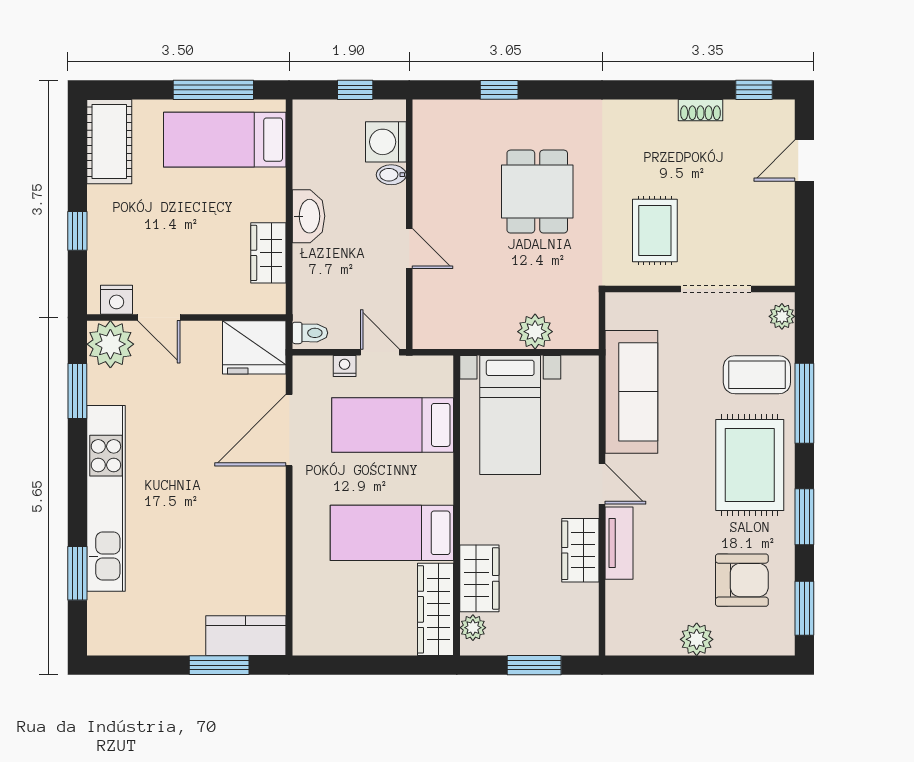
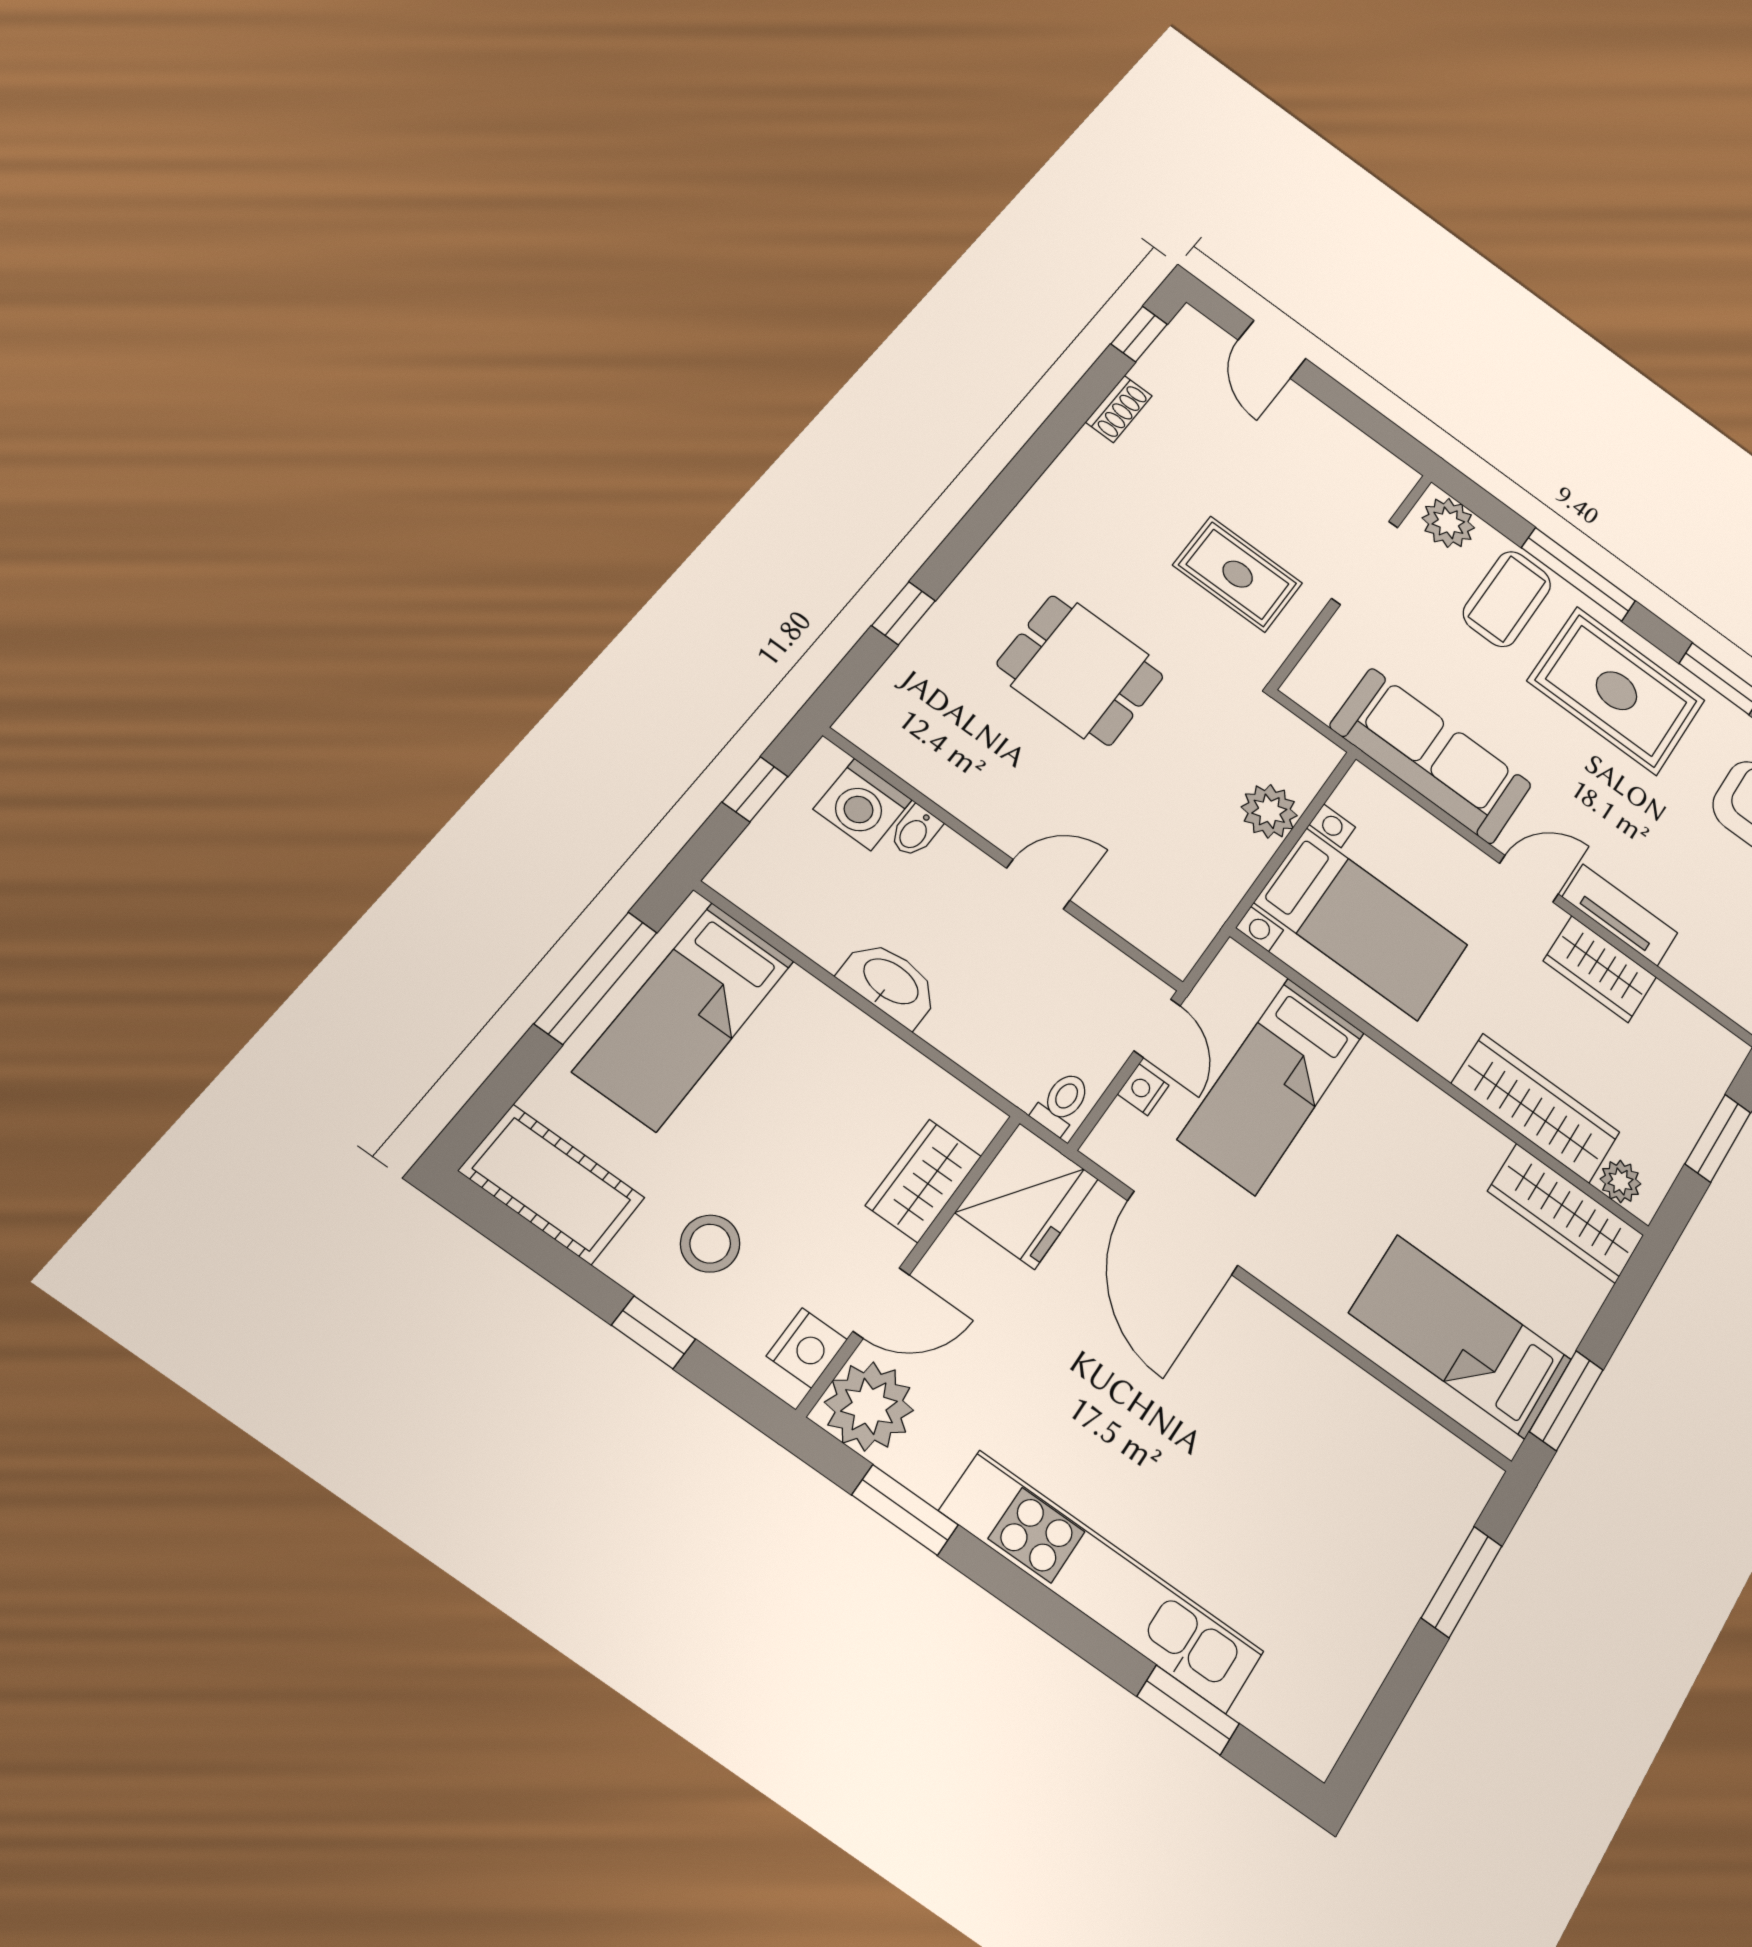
stool: (132, 226) -> (710, 1244), added
wardrobe: (268, 253) -> (924, 1181), moved, turned 90
plant: (782, 316) -> (1448, 523), width x1.38, depth x1.38
door: (380, 352) -> (1157, 1028), swing flipped
bed: (392, 533) -> (1461, 1337), moved, turned 90
wardrobe: (479, 578) -> (1536, 1108), width x1.50
kitchen counter: (246, 636) -> (1442, 1510), removed
window: (341, 665) -> (1566, 1401), added

